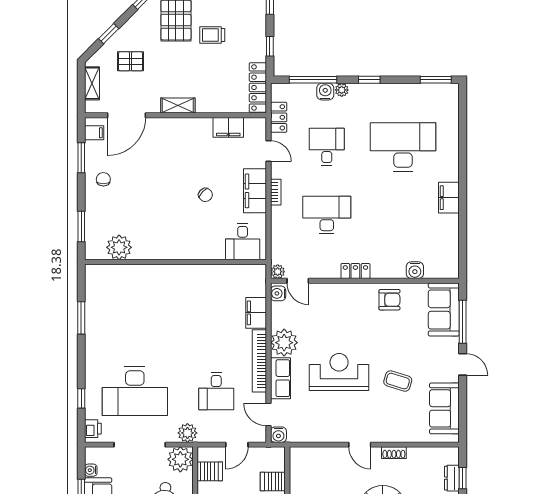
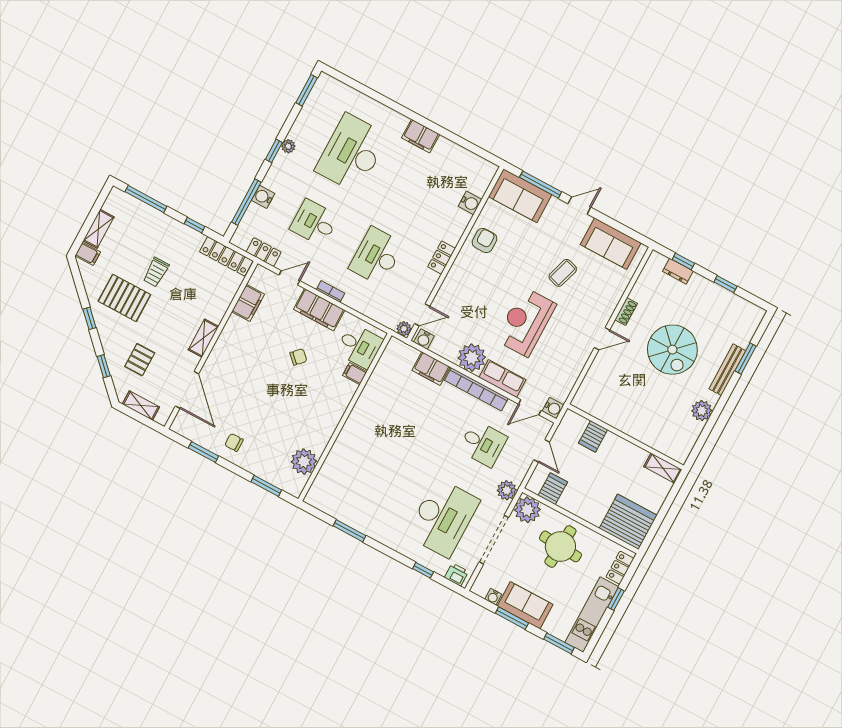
plant: (342, 90) -> (288, 146), moved
filing cabinet: (94, 133) -> (355, 374), moved, turned -90

